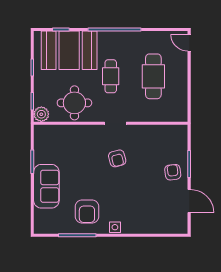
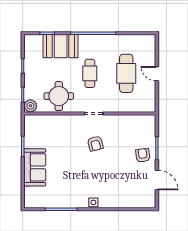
door: (189, 43) -> (157, 74), moved
booth: (69, 50) -> (61, 46), width x0.73, depth x0.70
armchair: (87, 211) -> (69, 189), removed

